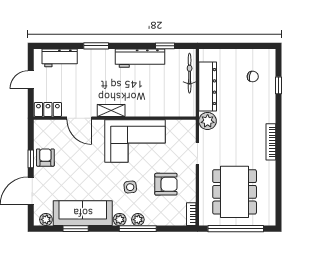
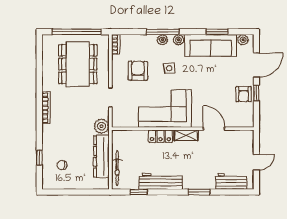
locker: (48, 109) -> (160, 136), moved
armchair: (166, 184) -> (138, 71), turned 90

